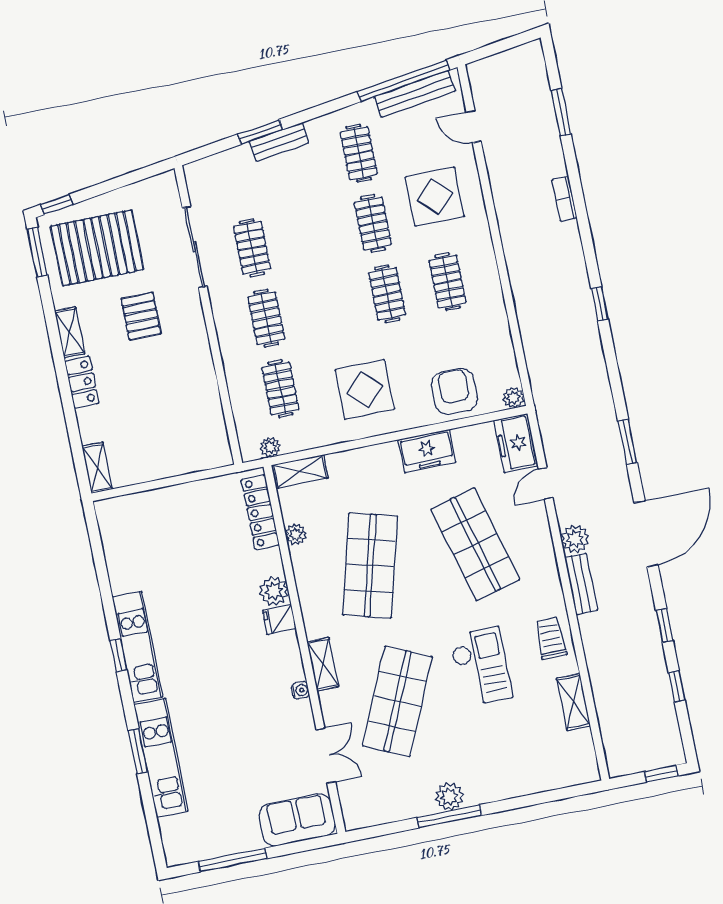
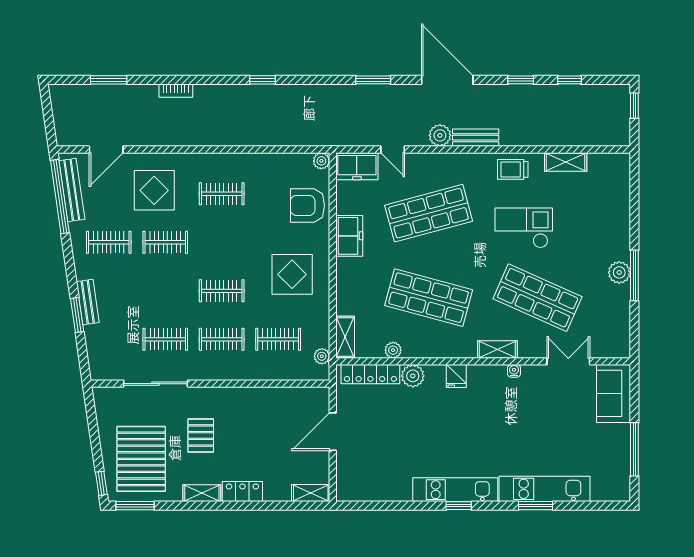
door: (474, 127) -> (106, 149), width x1.38
clothes rail: (387, 294) -> (222, 291), moved
pallet: (141, 316) -> (201, 436), turned 90
door: (179, 480) -> (333, 432), added
plant: (274, 591) -> (413, 376), moved

